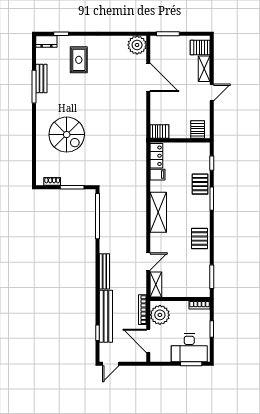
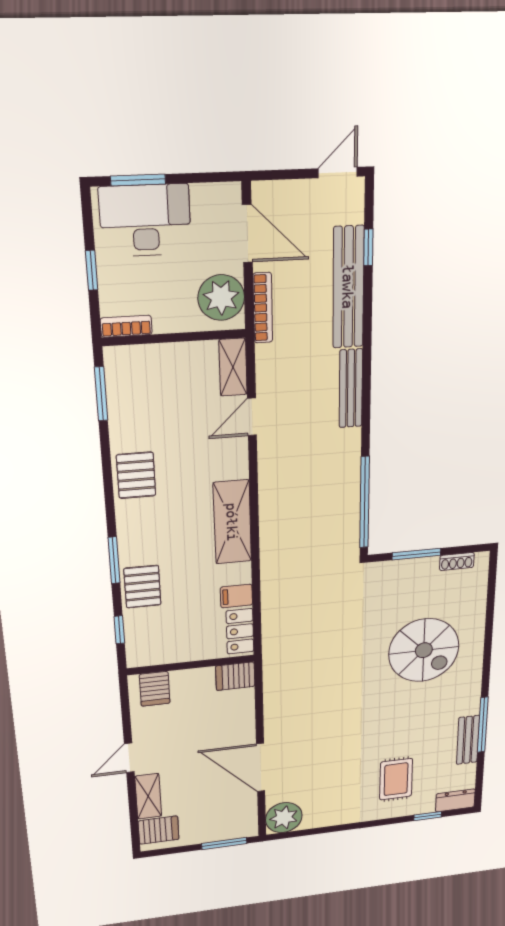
spiral stairs: (67, 135) -> (424, 650), turned 180

